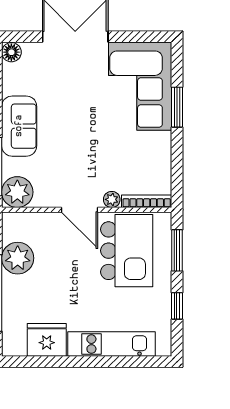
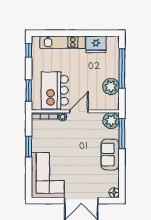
window: (177, 107) -> (29, 146), moved
door: (80, 210) -> (79, 111), hinge flipped
window: (177, 306) -> (29, 50), moved

